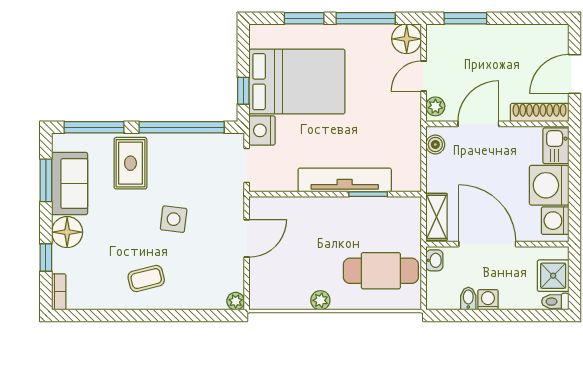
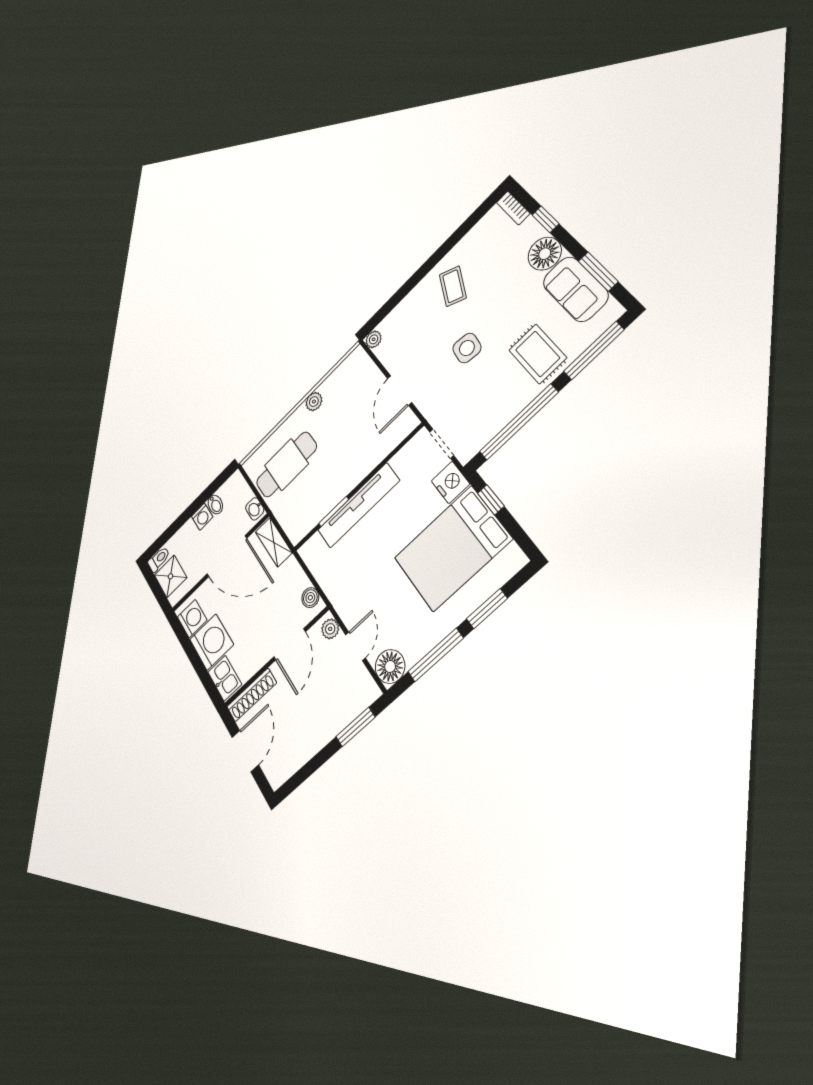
coffee table: (146, 279) -> (453, 286), turned -51

